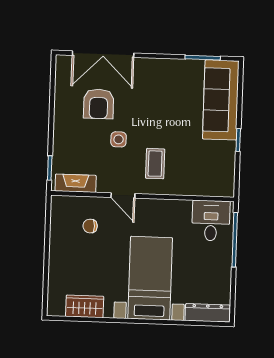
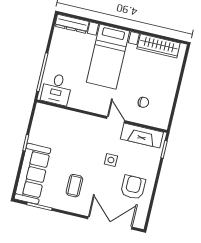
armchair: (99, 104) -> (133, 187), moved
coffee table: (155, 164) -> (74, 186), moved
fireplace: (76, 183) -> (142, 136), width x1.37, depth x1.32
wardrobe: (85, 306) -> (159, 46), width x1.50

